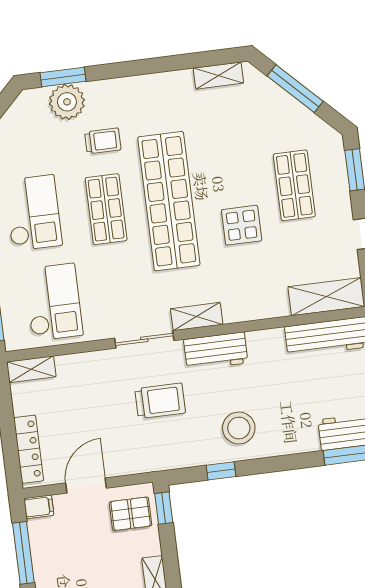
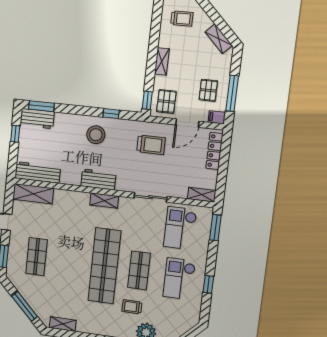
display table: (242, 225) -> (69, 243), removed
sliding door: (144, 339) -> (150, 197), moved
trolley: (160, 401) -> (151, 145), moved, turned 180
pallet: (131, 514) -> (166, 101), turned 90
pallet: (65, 549) -> (208, 90), added

